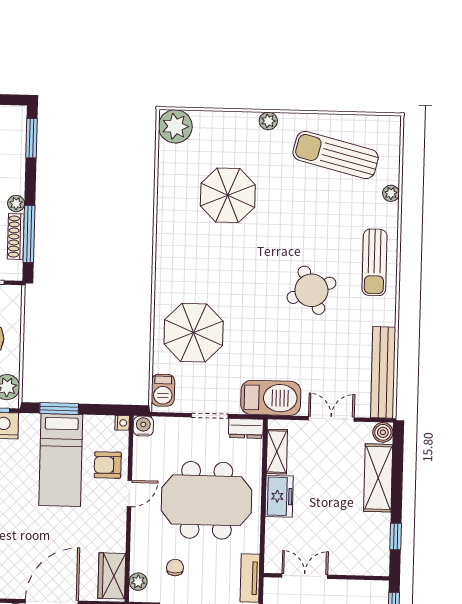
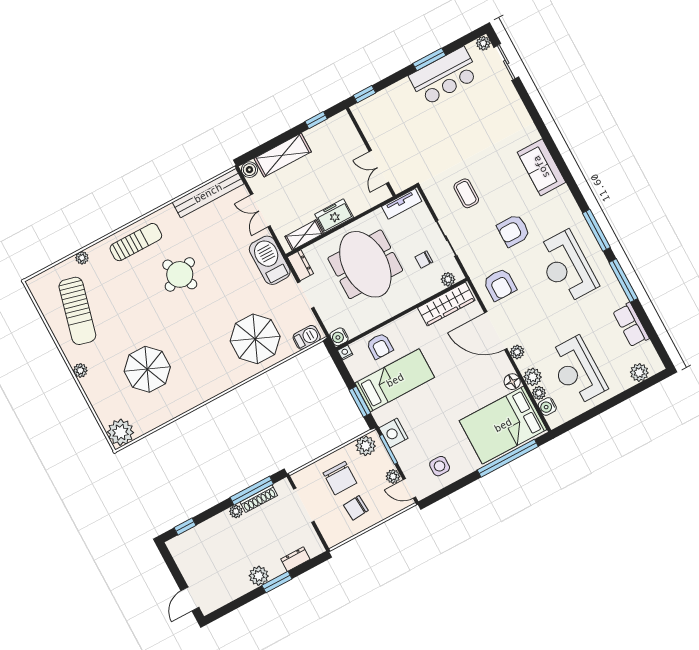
window: (32, 138) -> (185, 526), width x0.67
door: (129, 494) -> (391, 320), removed
wardrobe: (112, 576) -> (446, 304), width x1.50

